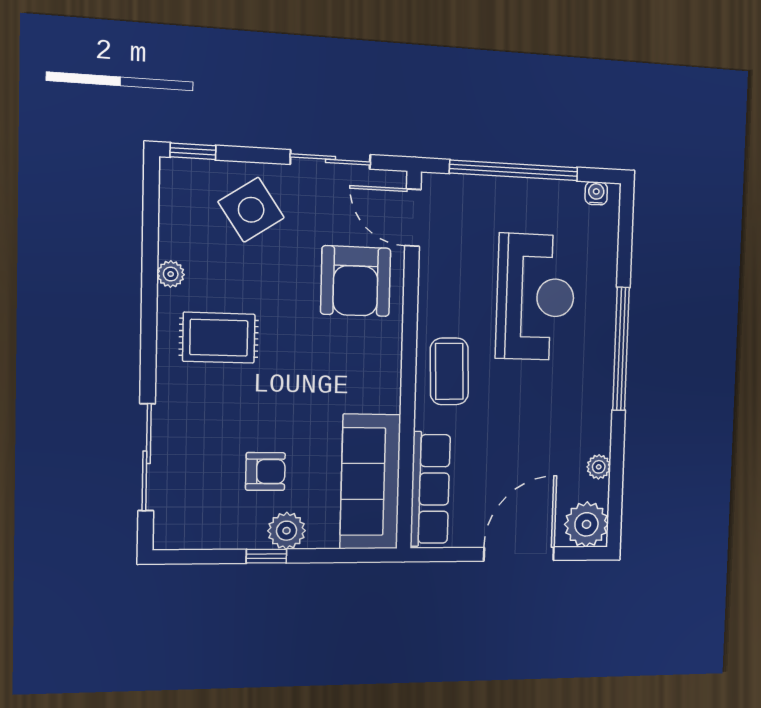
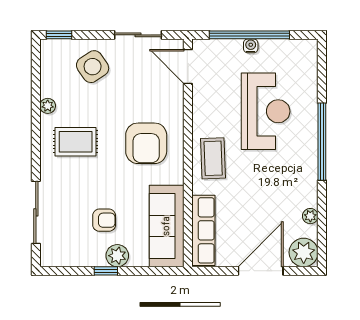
water cooler: (596, 193) -> (251, 46), moved
armchair: (356, 281) -> (146, 143), moved

